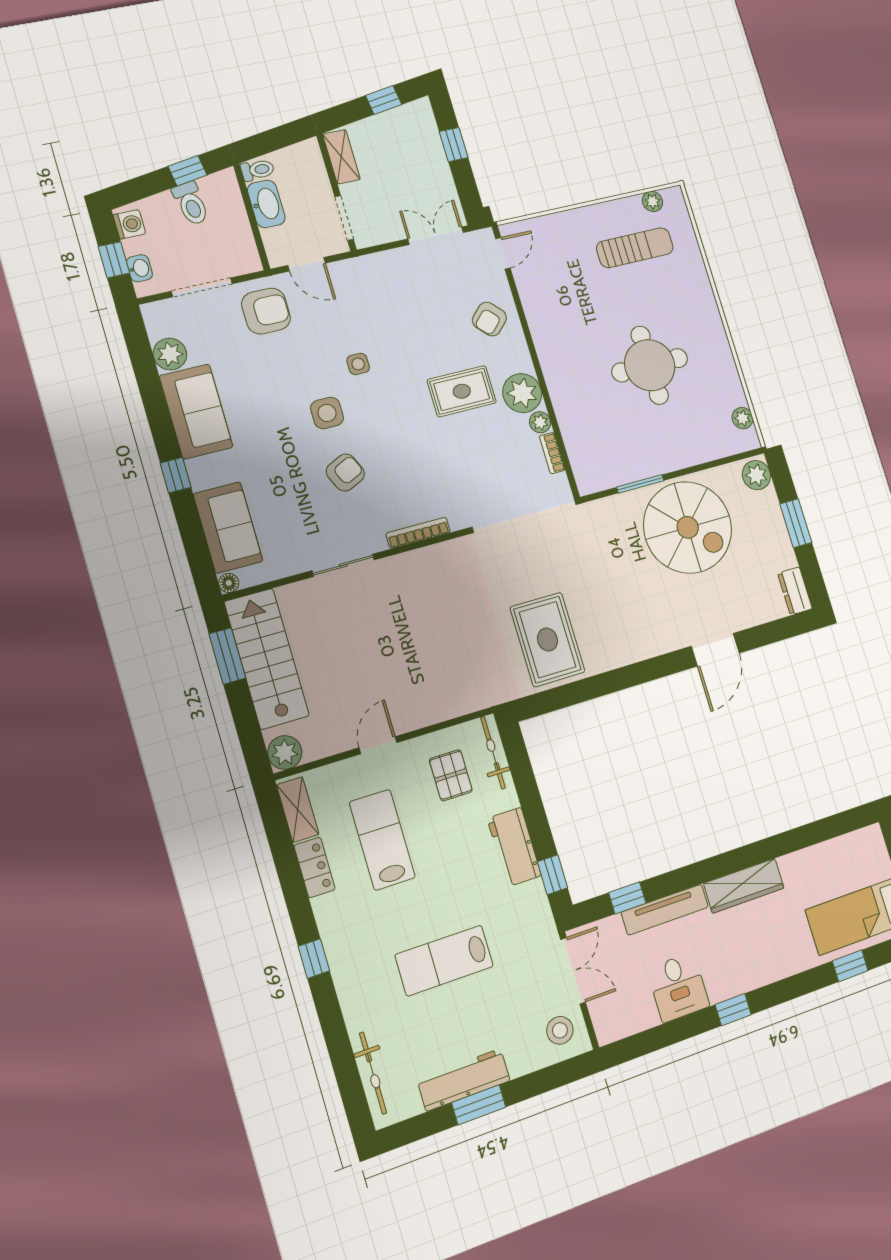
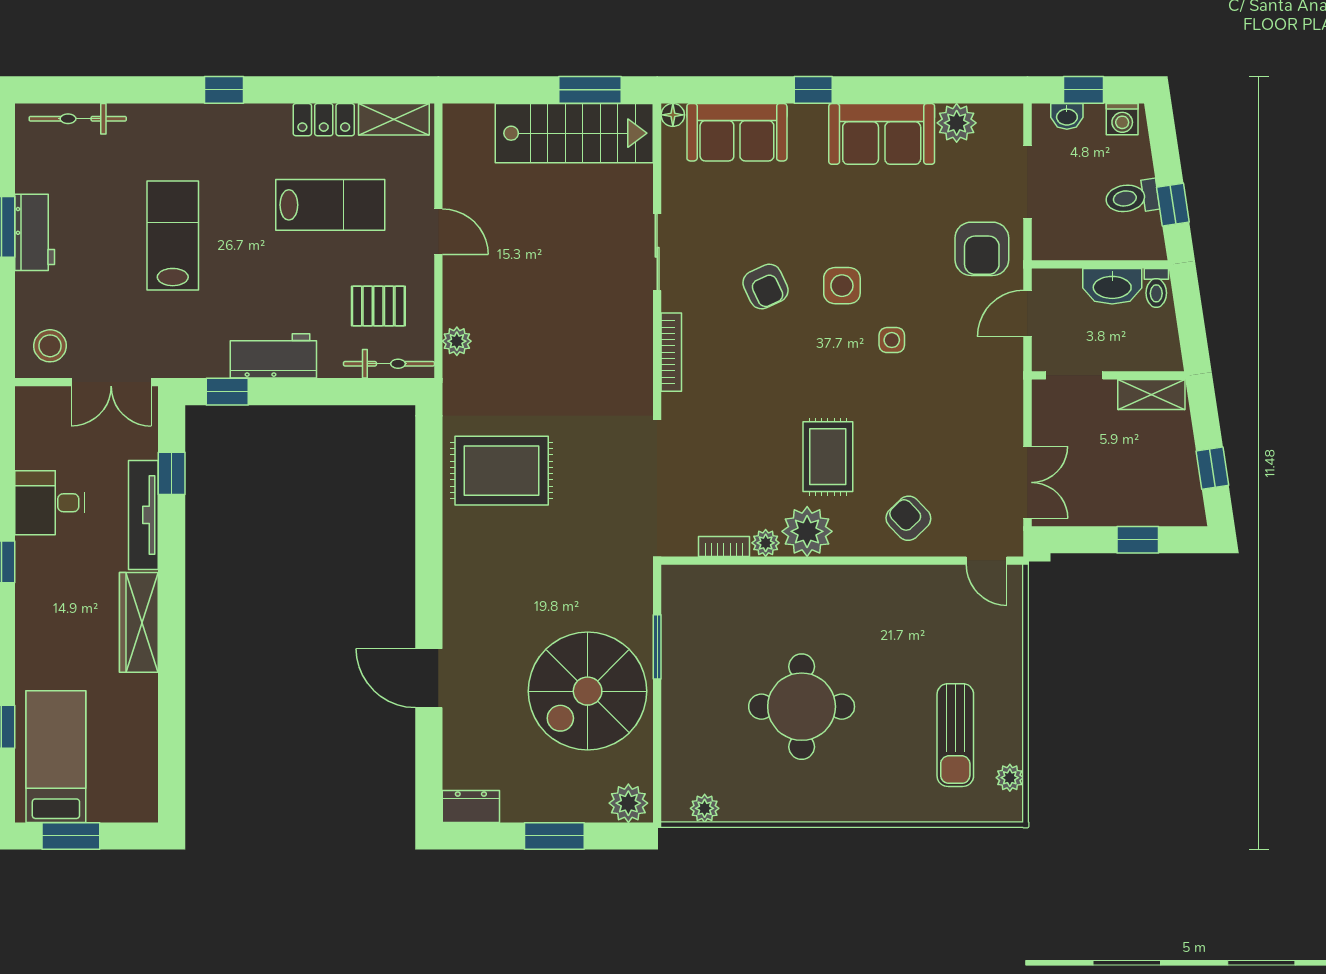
plant: (285, 752) -> (457, 341), moved, width x0.73, depth x0.73
workbench: (464, 1080) -> (35, 232), width x0.73

